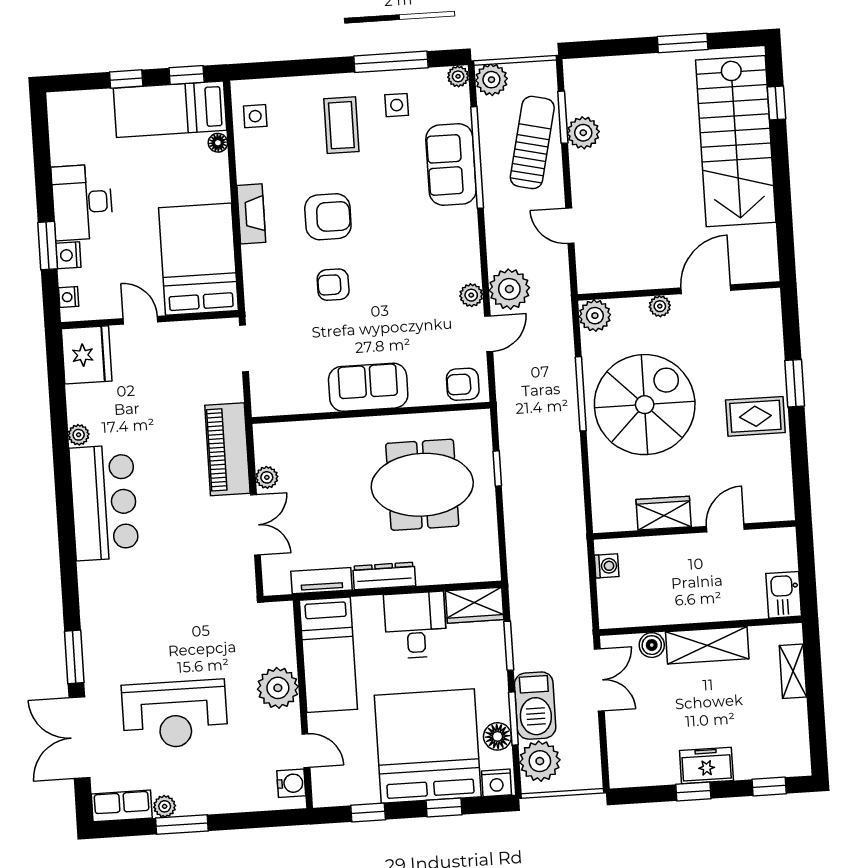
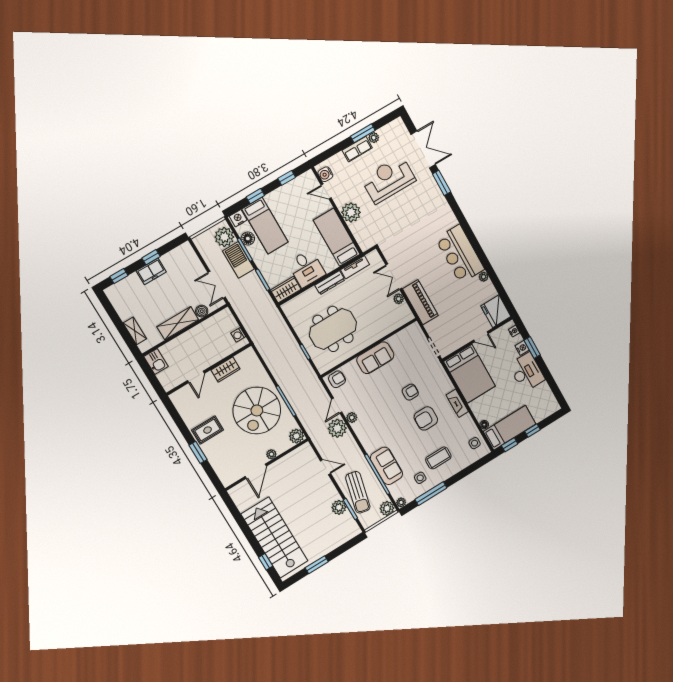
coffee table: (341, 125) -> (438, 458), turned 90
bed: (428, 746) -> (265, 226), width x0.49
row of seats: (122, 806) -> (357, 149), moved

